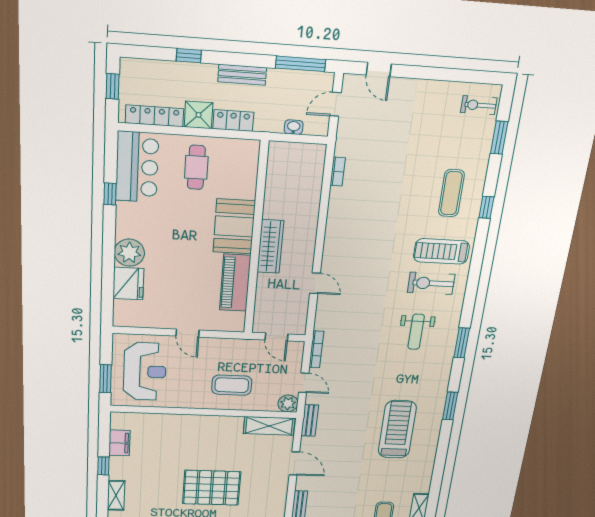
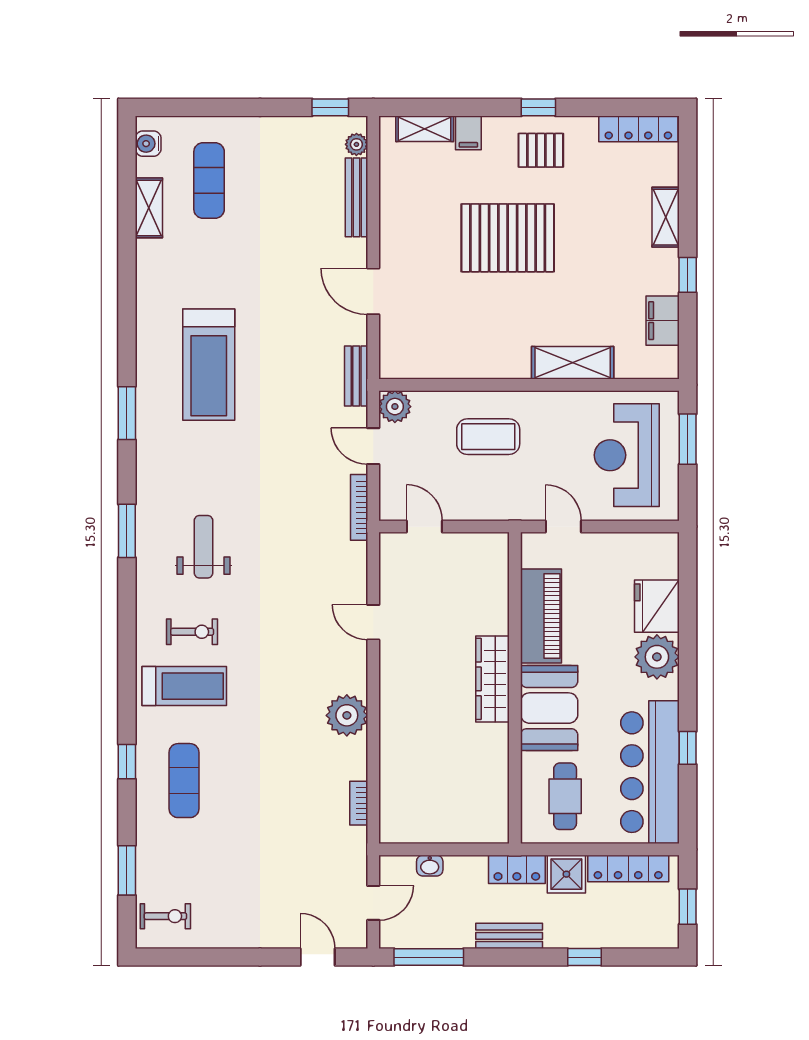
bar counter: (137, 167) -> (650, 772), width x1.36
booth: (234, 226) -> (549, 708), moved
plant: (339, 228) -> (347, 715), added
wall: (256, 240) -> (515, 688), moved
wardrobe: (270, 247) -> (492, 679), moved
piano: (235, 283) -> (541, 616), moved
exercise bike: (431, 283) -> (192, 632), width x0.73, depth x0.72
shelving: (269, 426) -> (573, 363), moved

